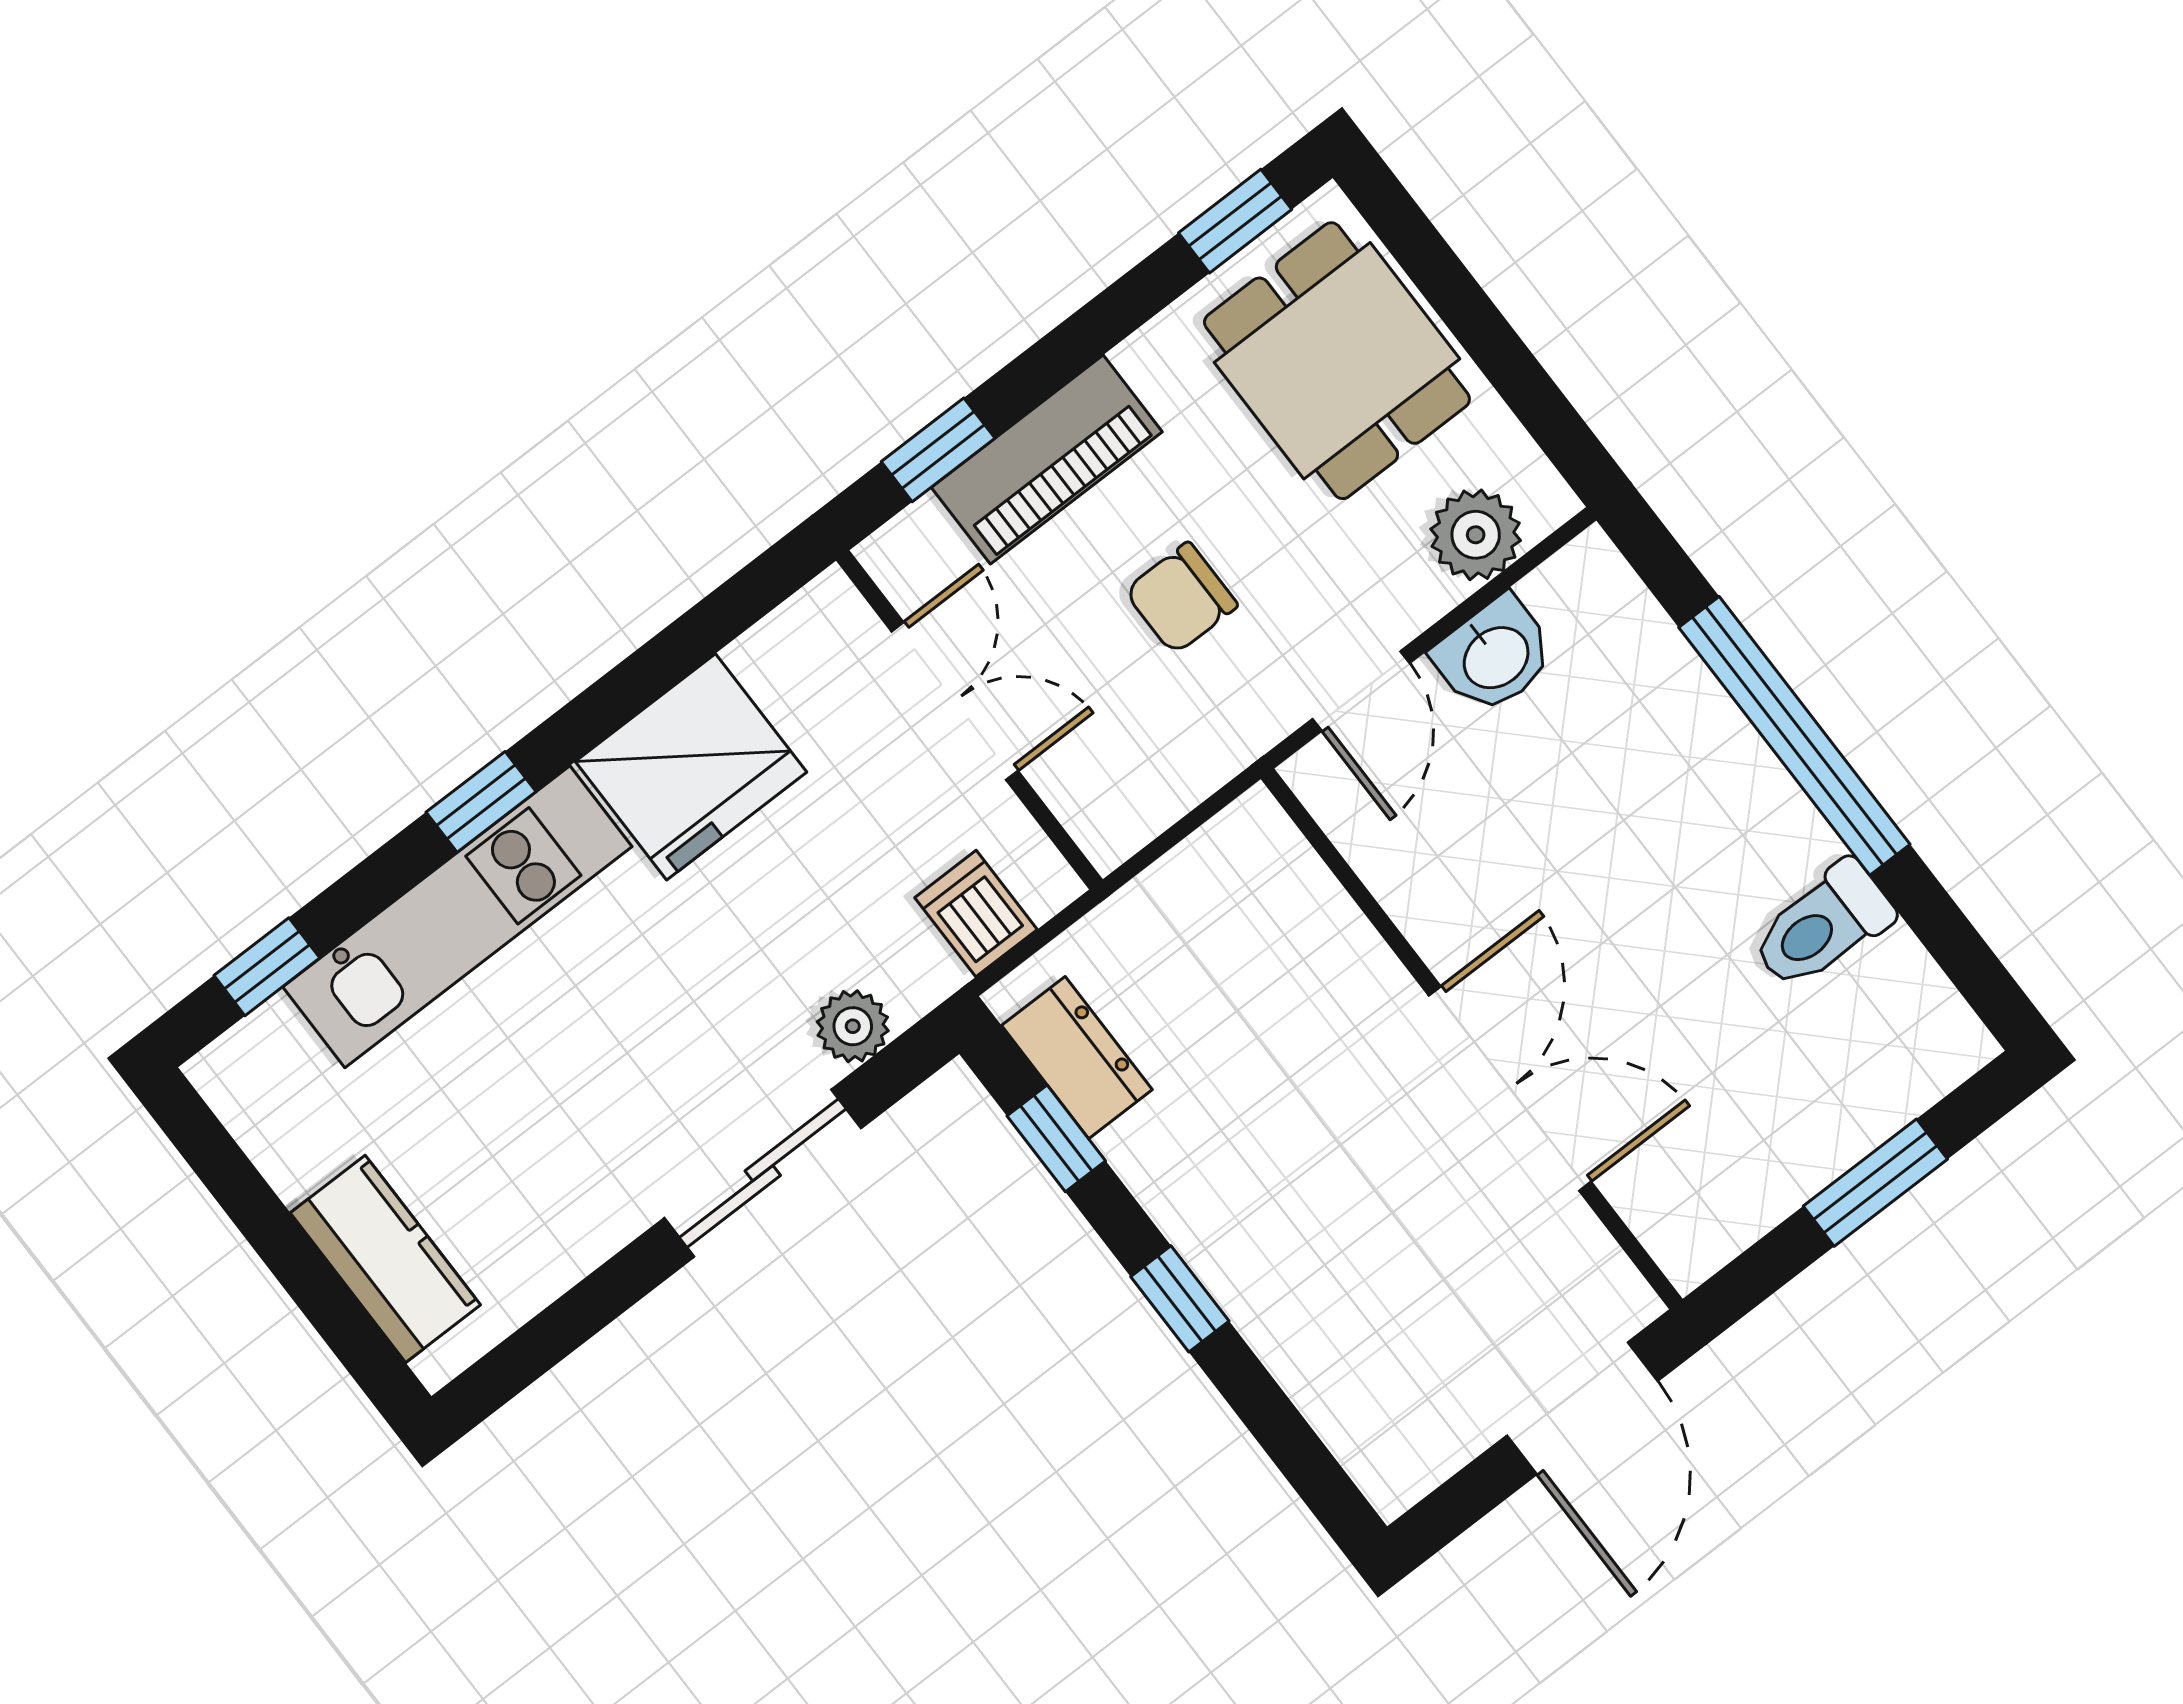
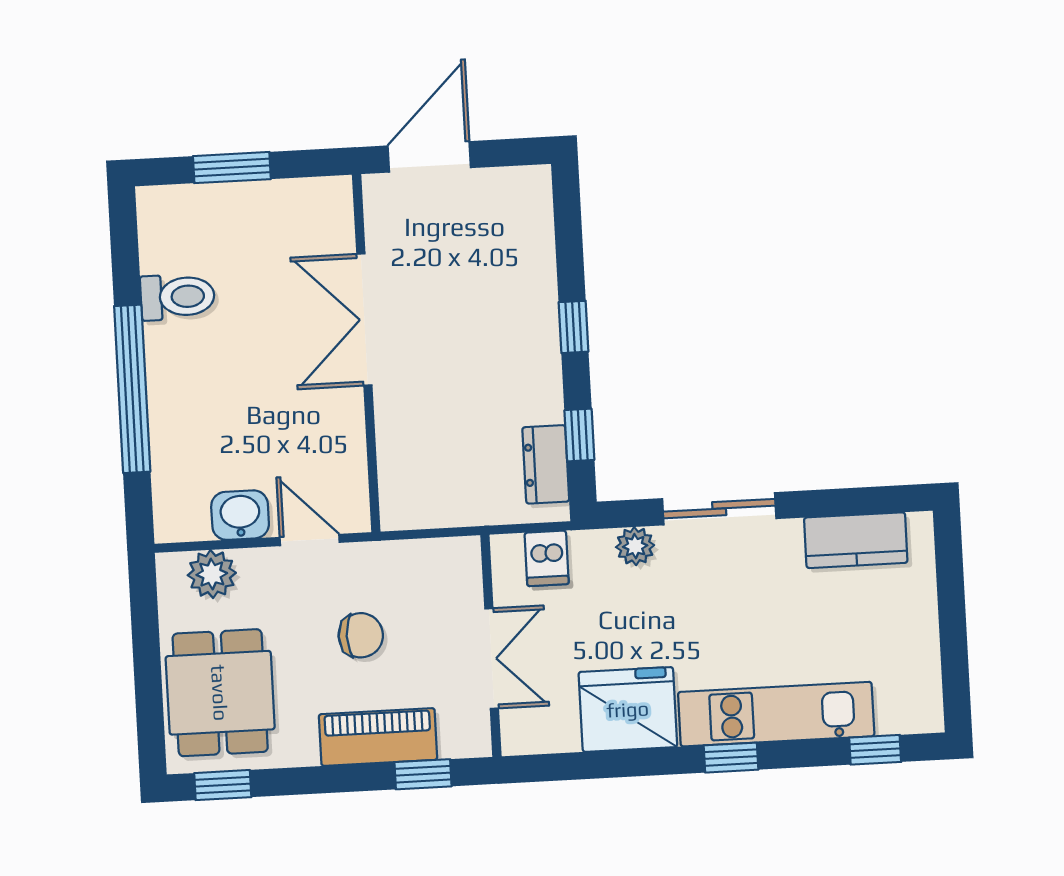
door: (1361, 691) -> (310, 540), hinge flipped
double door: (955, 701) -> (492, 659), swing flipped
kitchen counter: (385, 1259) -> (856, 540), moved, turned -90

